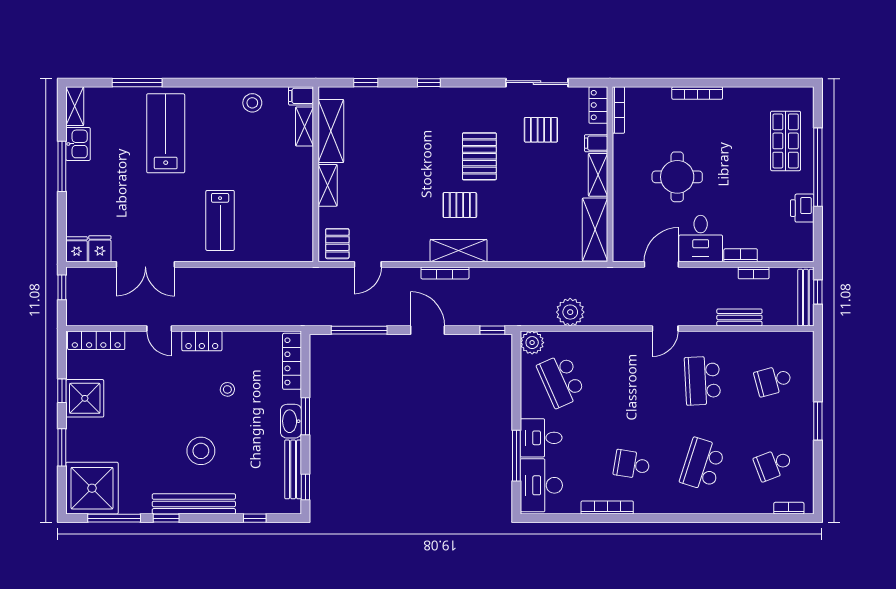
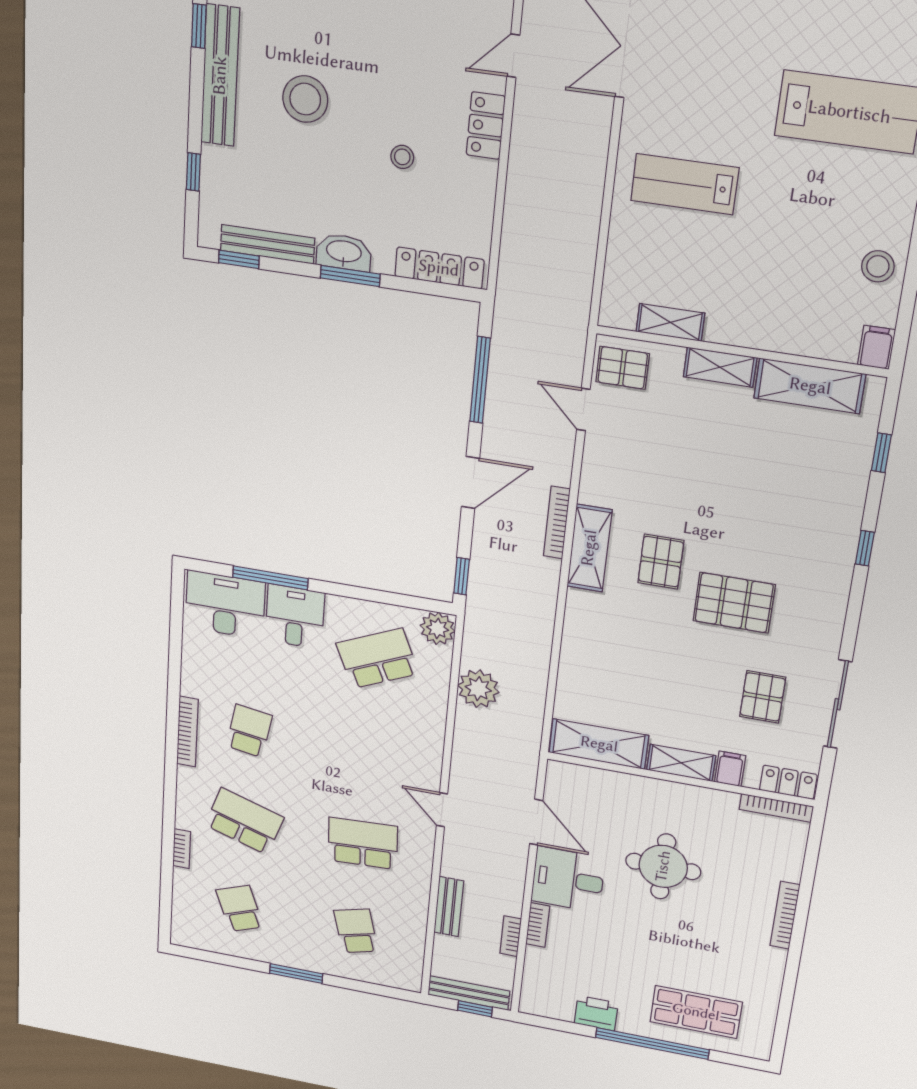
shelving: (305, 126) -> (670, 322), moved
bookcase: (607, 508) -> (187, 732), moved
bookcase: (789, 508) -> (182, 849), moved

